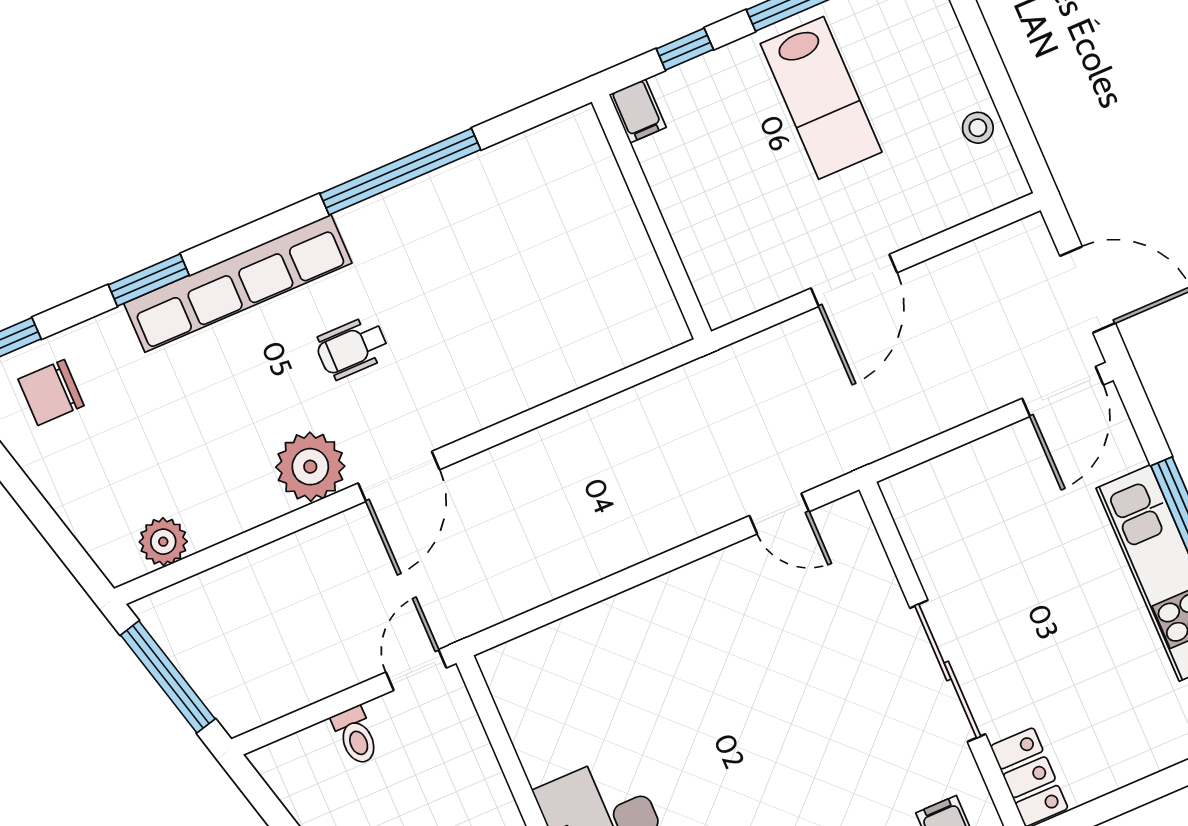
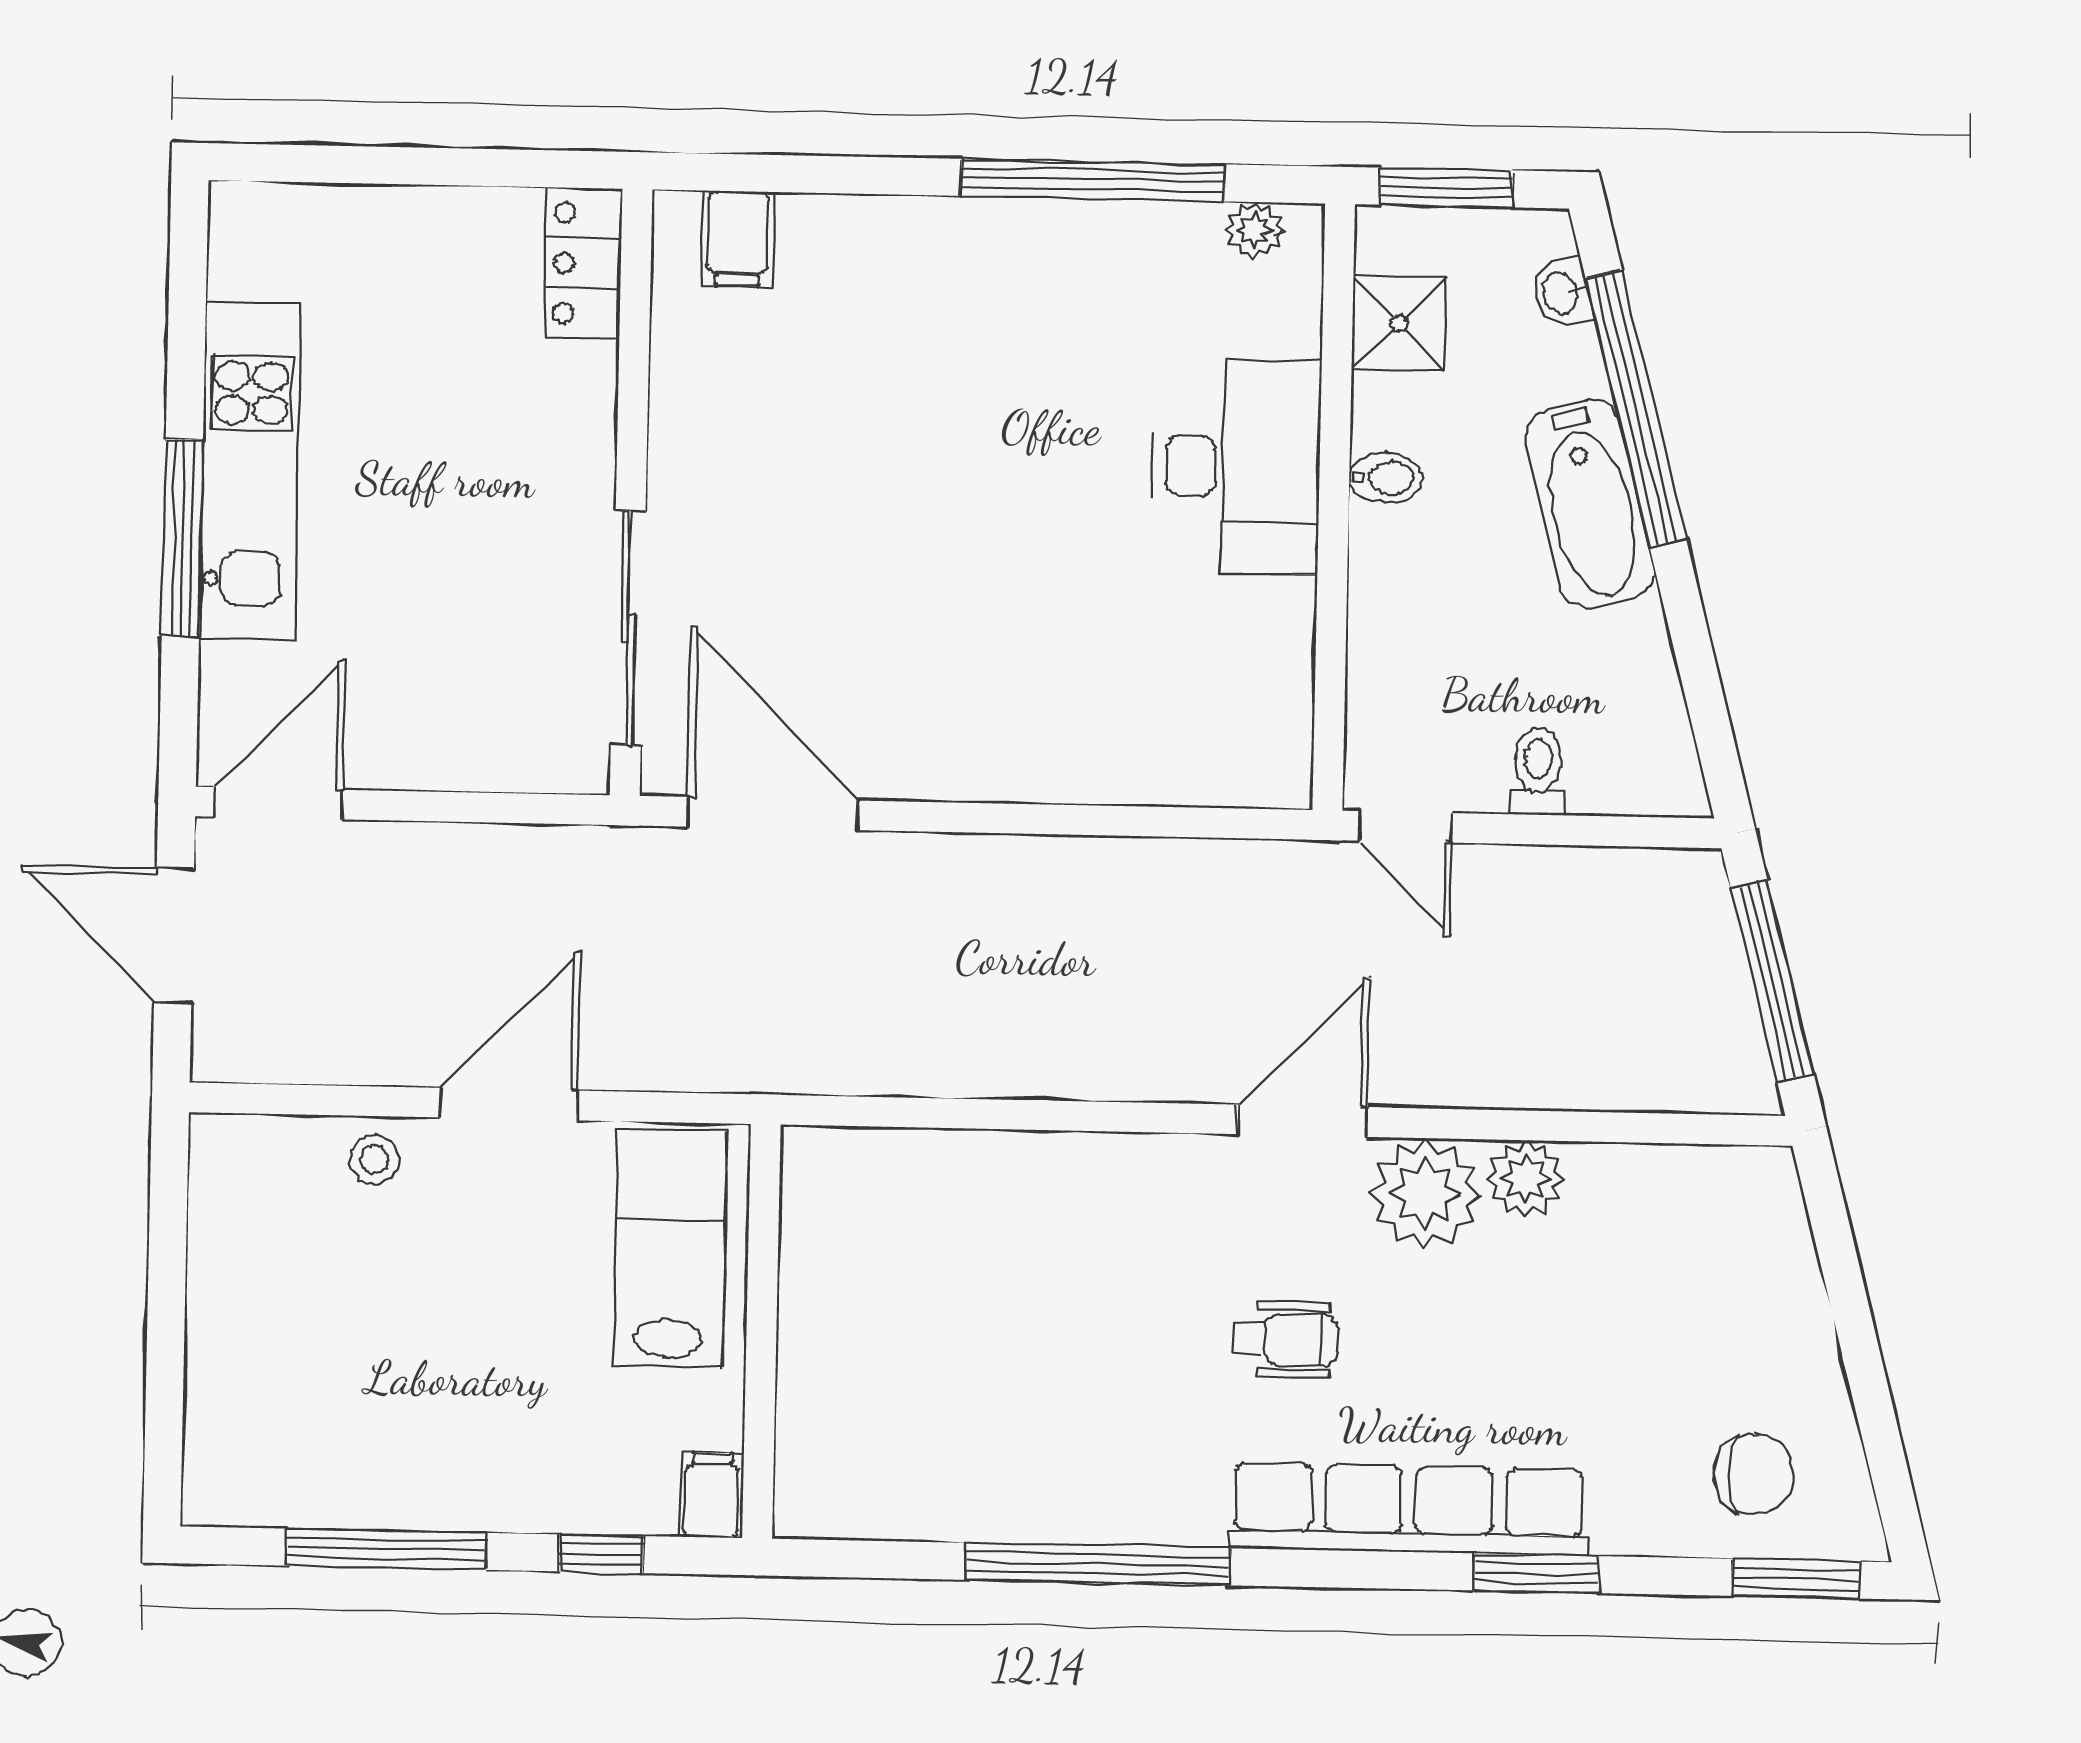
lab bench: (821, 98) -> (670, 1249), moved
stool: (978, 128) -> (374, 1159), moved
door: (779, 514) -> (773, 814), width x1.87
plant: (163, 542) -> (1526, 1179), moved
door: (416, 670) -> (1406, 827), hinge flipped
sliding door: (948, 671) -> (628, 628), moved

